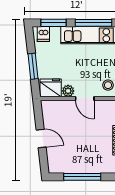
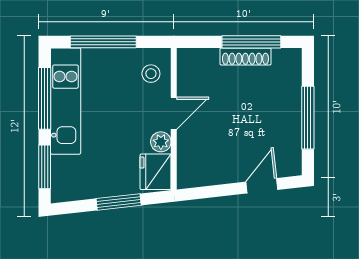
dishwasher: (43, 34) -> (64, 184), removed
door: (41, 138) -> (262, 186), moved

